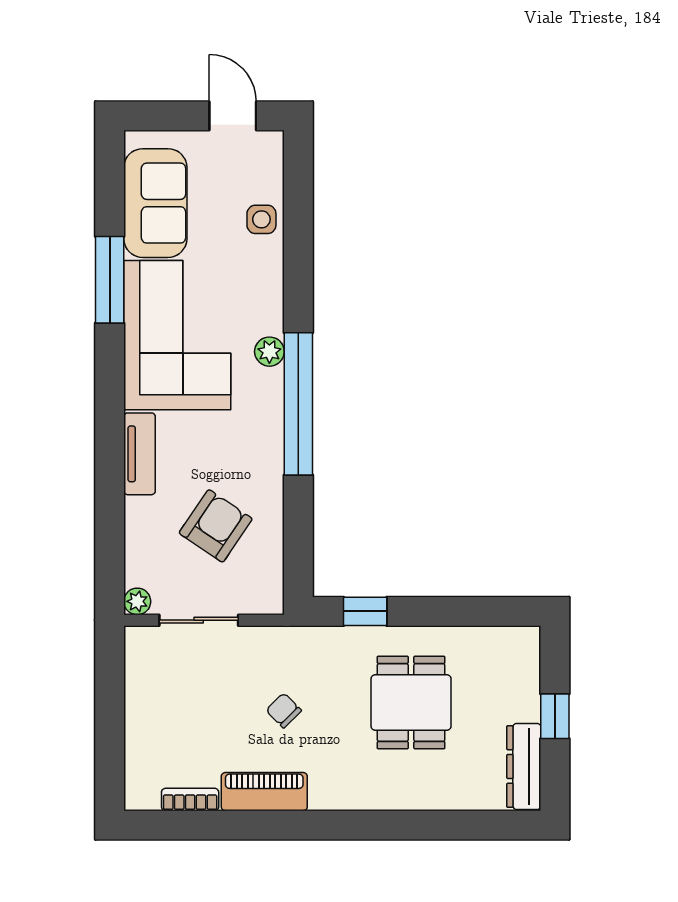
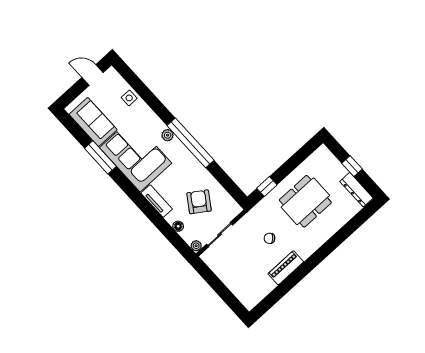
floor lamp: (137, 536) -> (178, 226), added
dining table: (411, 703) -> (305, 201), width x1.38
bookcase: (190, 799) -> (266, 290), removed

